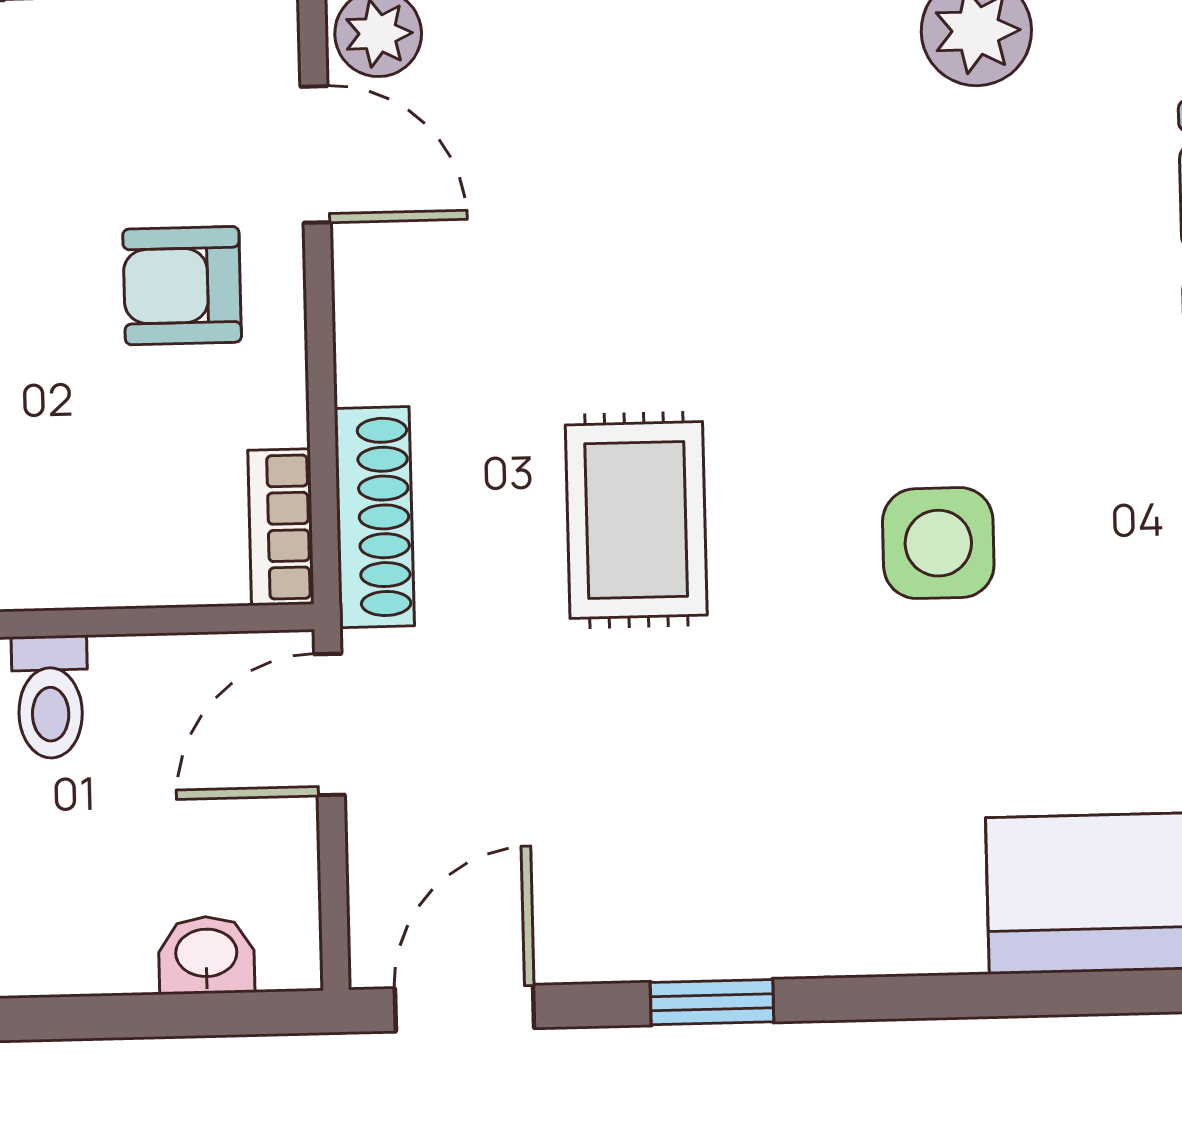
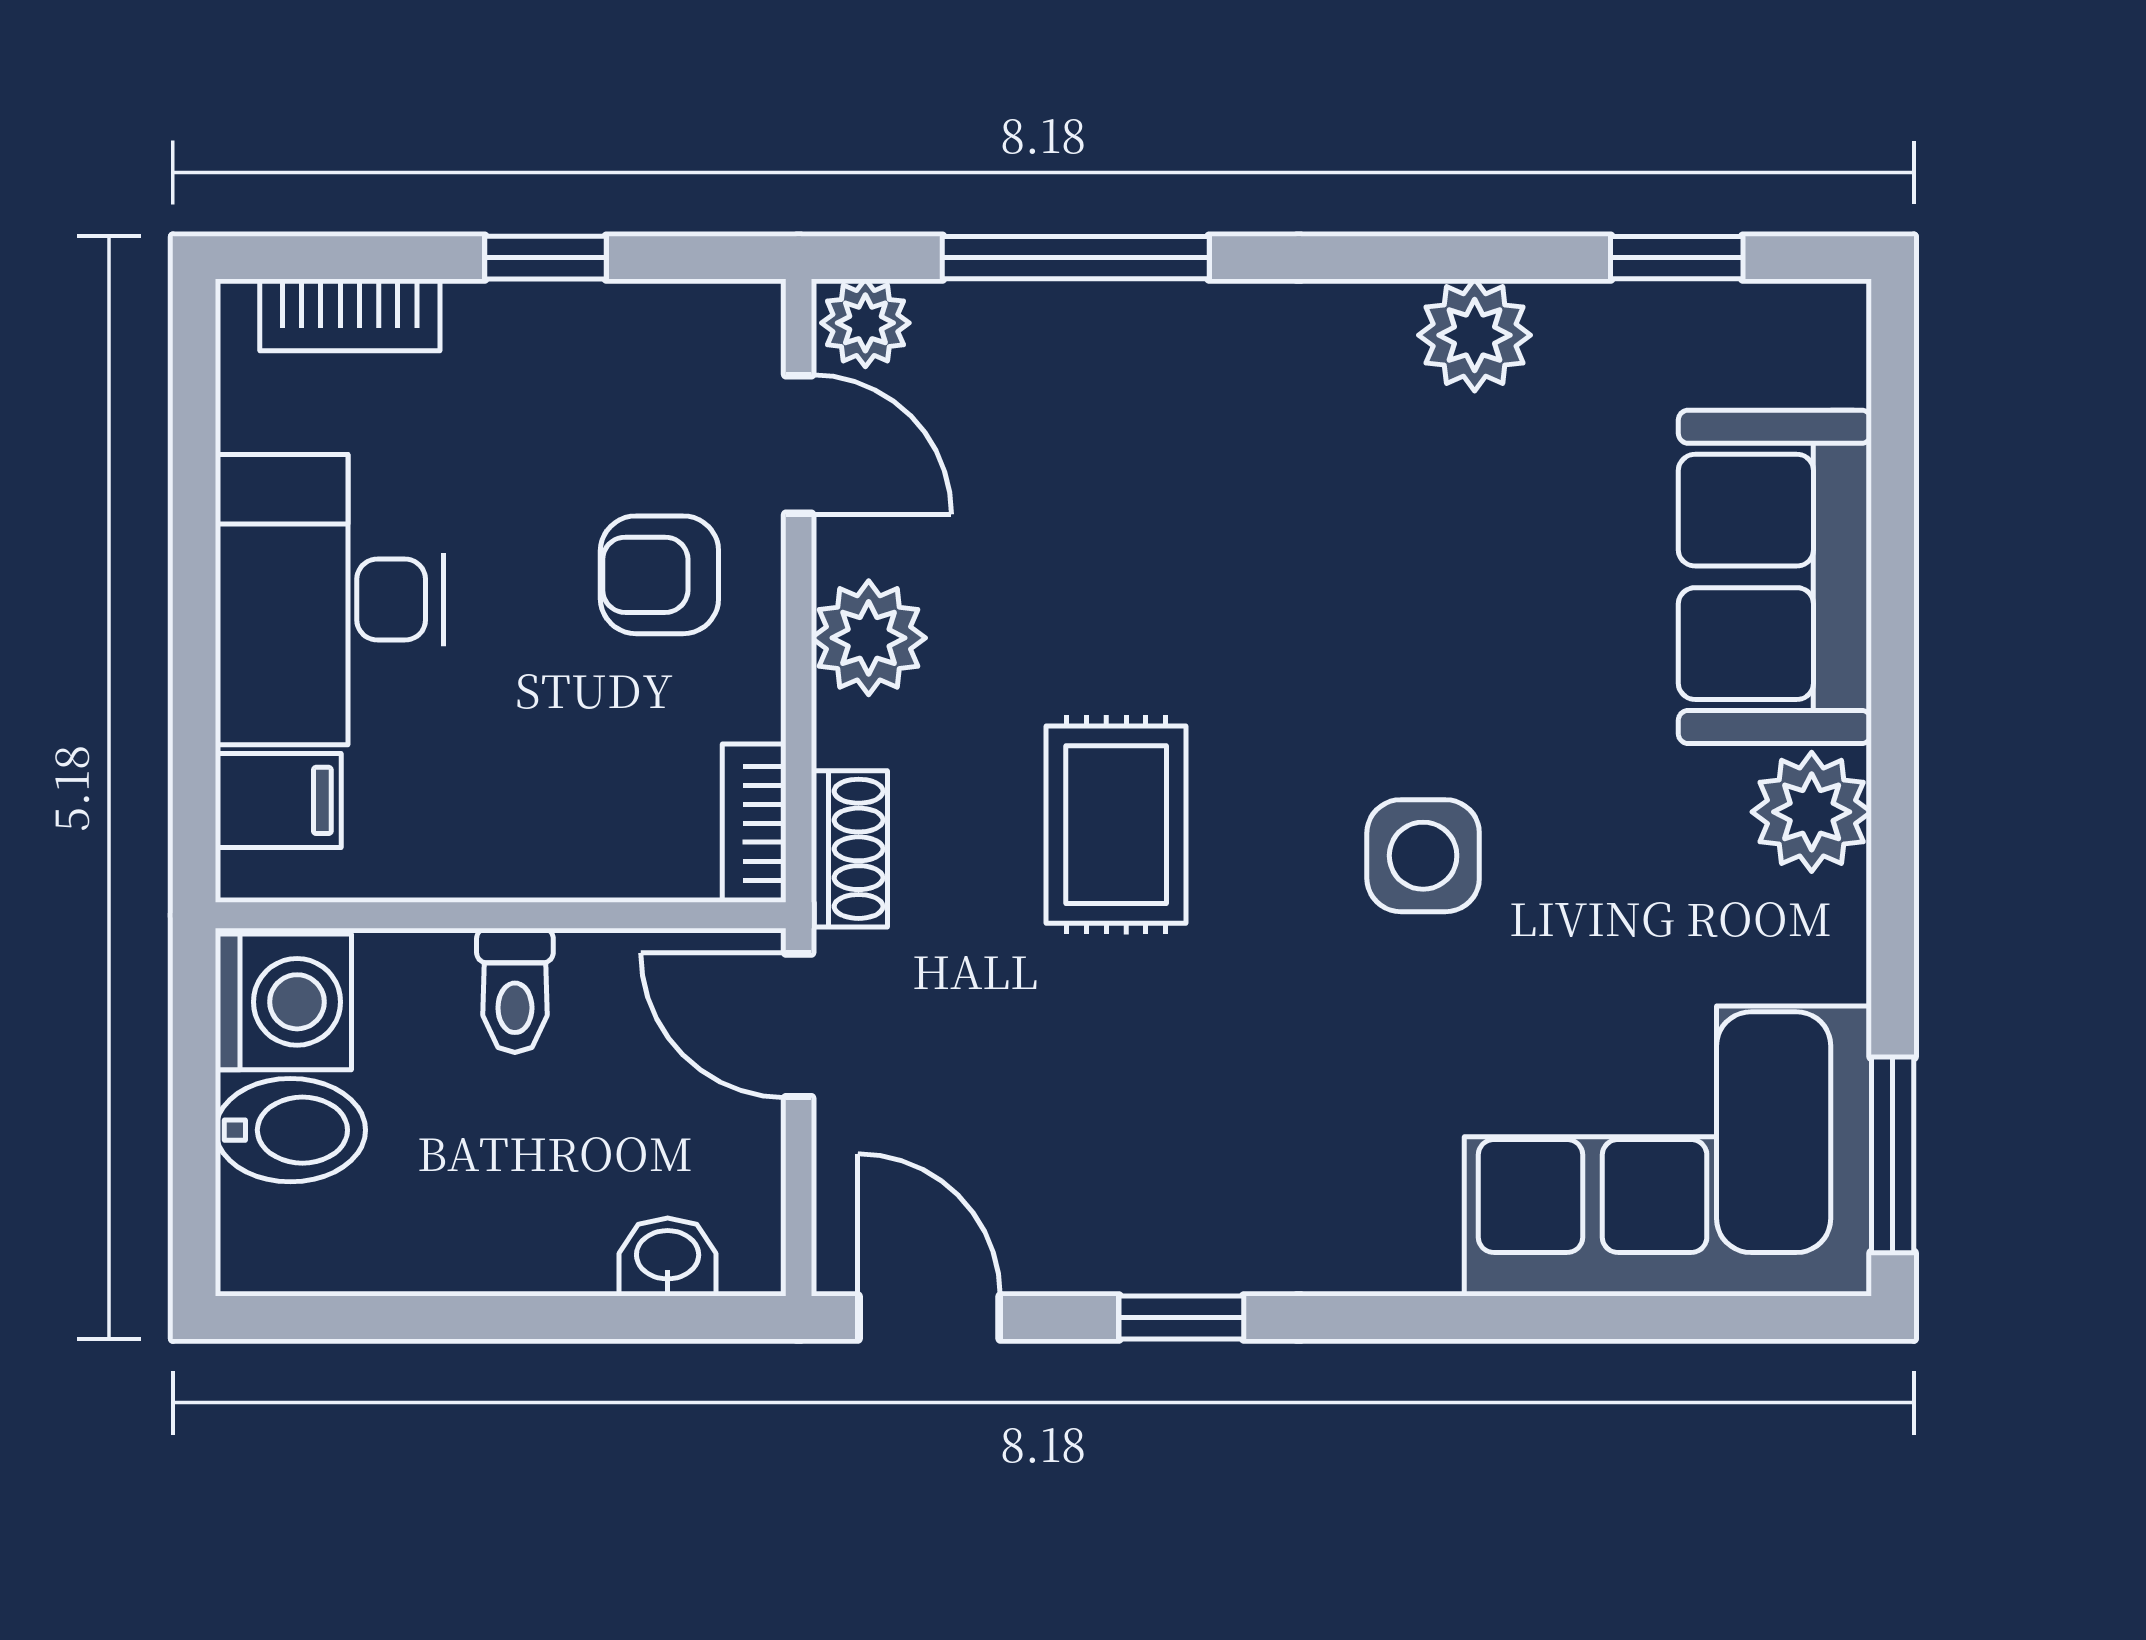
plant: (389, 343) -> (869, 638), added
shoe rack: (374, 517) -> (849, 849), width x0.70
door: (329, 725) -> (799, 1025), hinge flipped
door: (465, 1008) -> (929, 1318), hinge flipped

